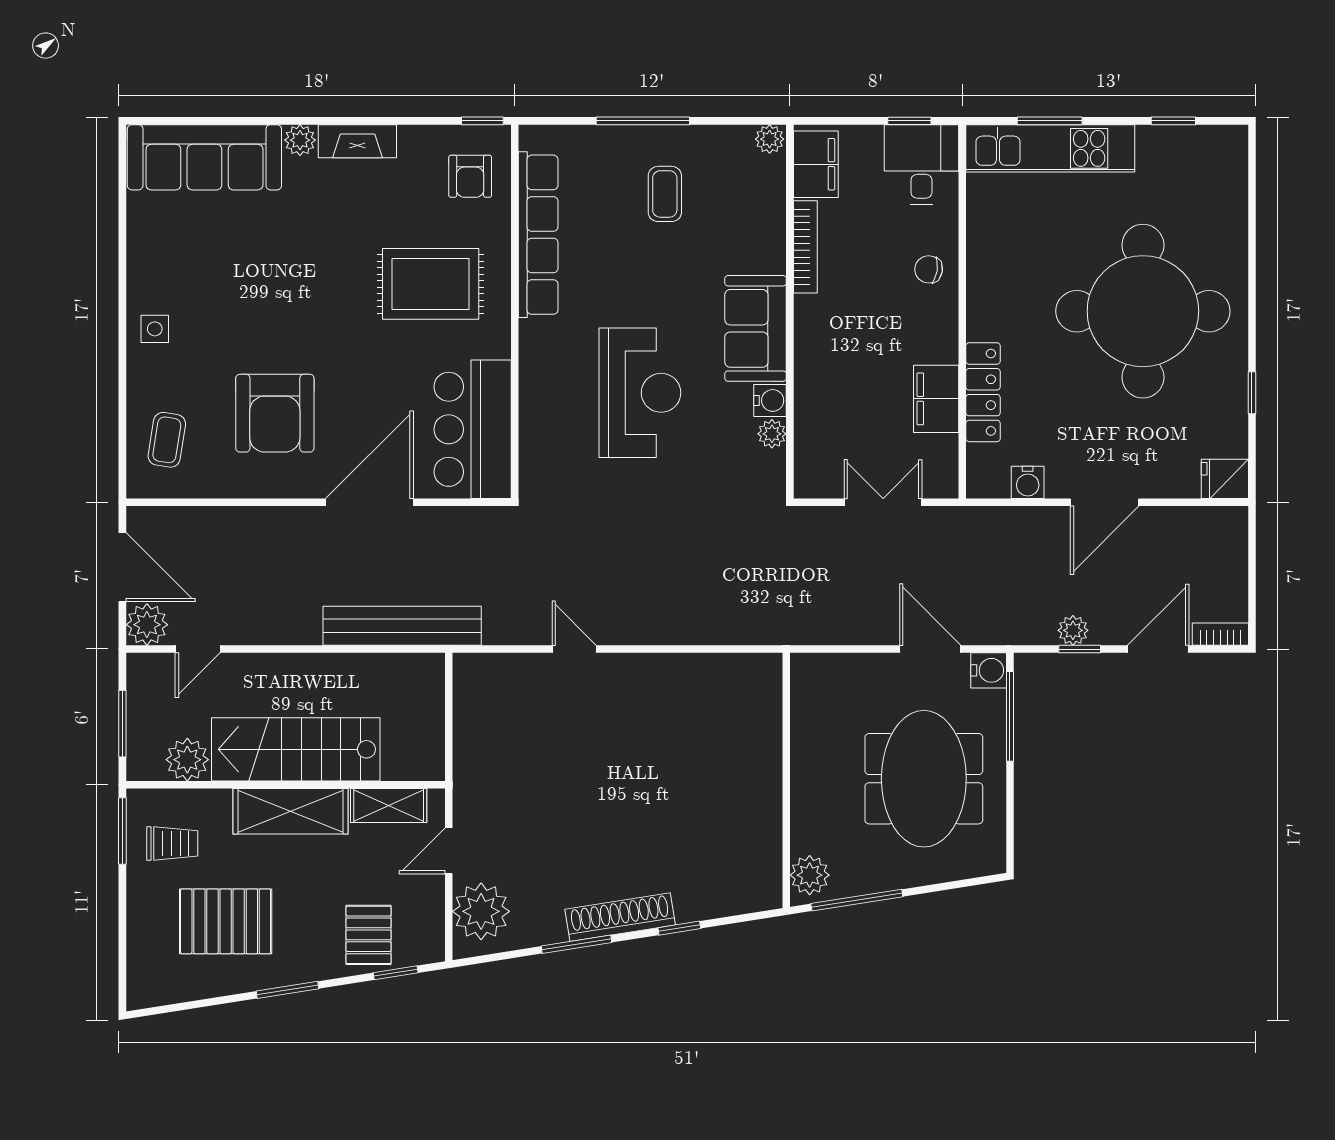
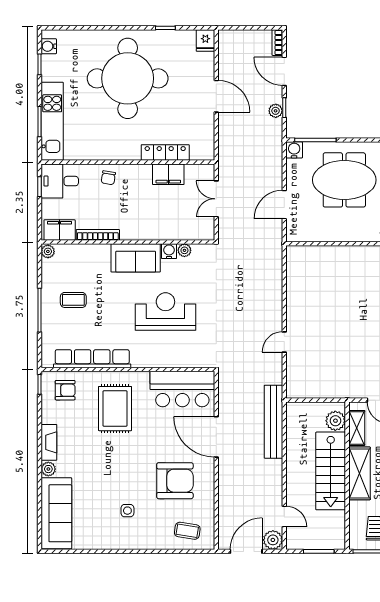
side table: (155, 329) -> (127, 511), moved
water cooler: (1028, 482) -> (49, 46), moved, turned 180
door: (930, 649) -> (284, 205), moved
plant: (187, 760) -> (335, 421), moved

